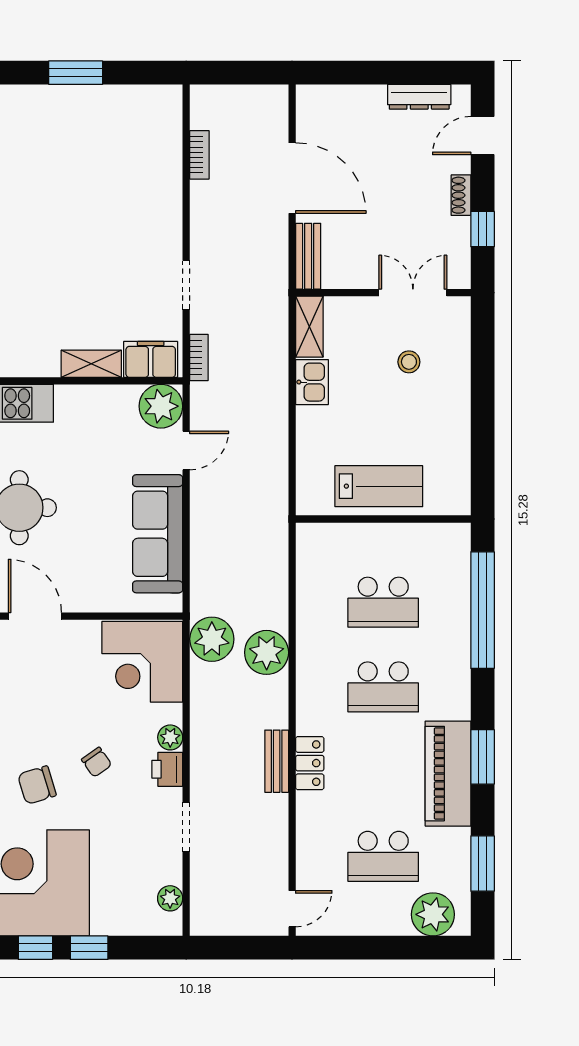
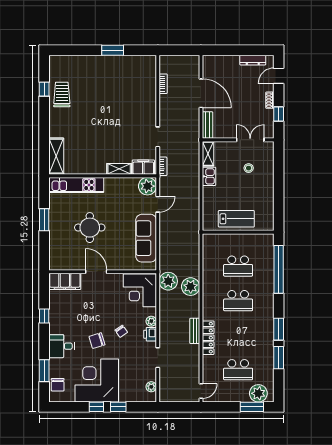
locker: (310, 763) -> (208, 338), width x1.53
piano: (448, 774) -> (265, 336), removed
window: (483, 864) -> (279, 358), moved
window: (417, 948) -> (252, 407), added

